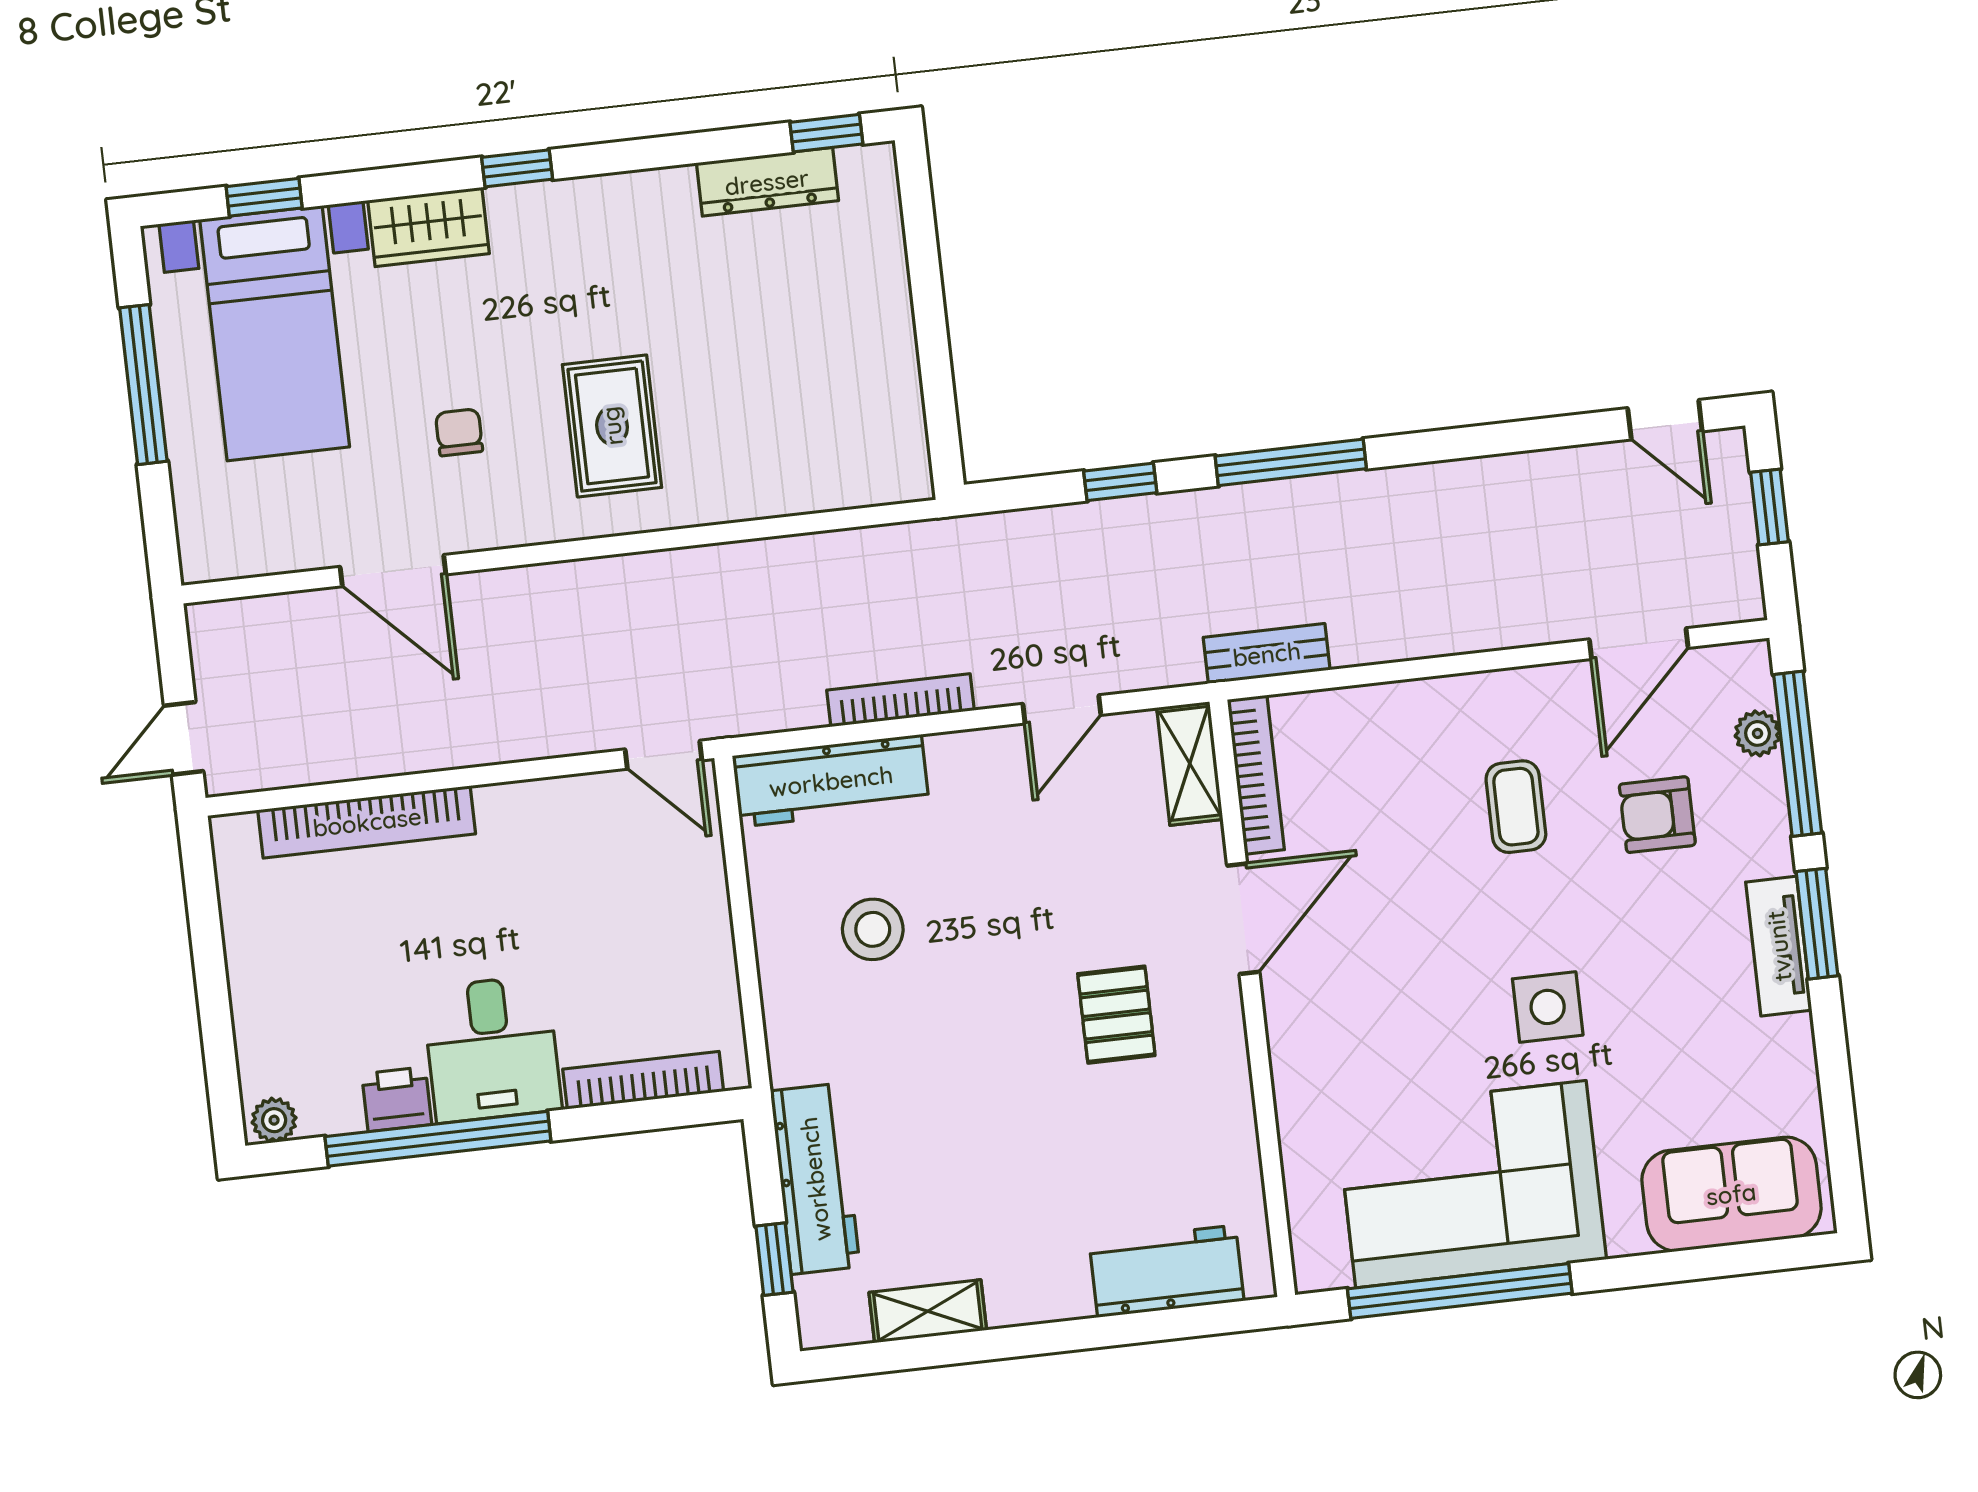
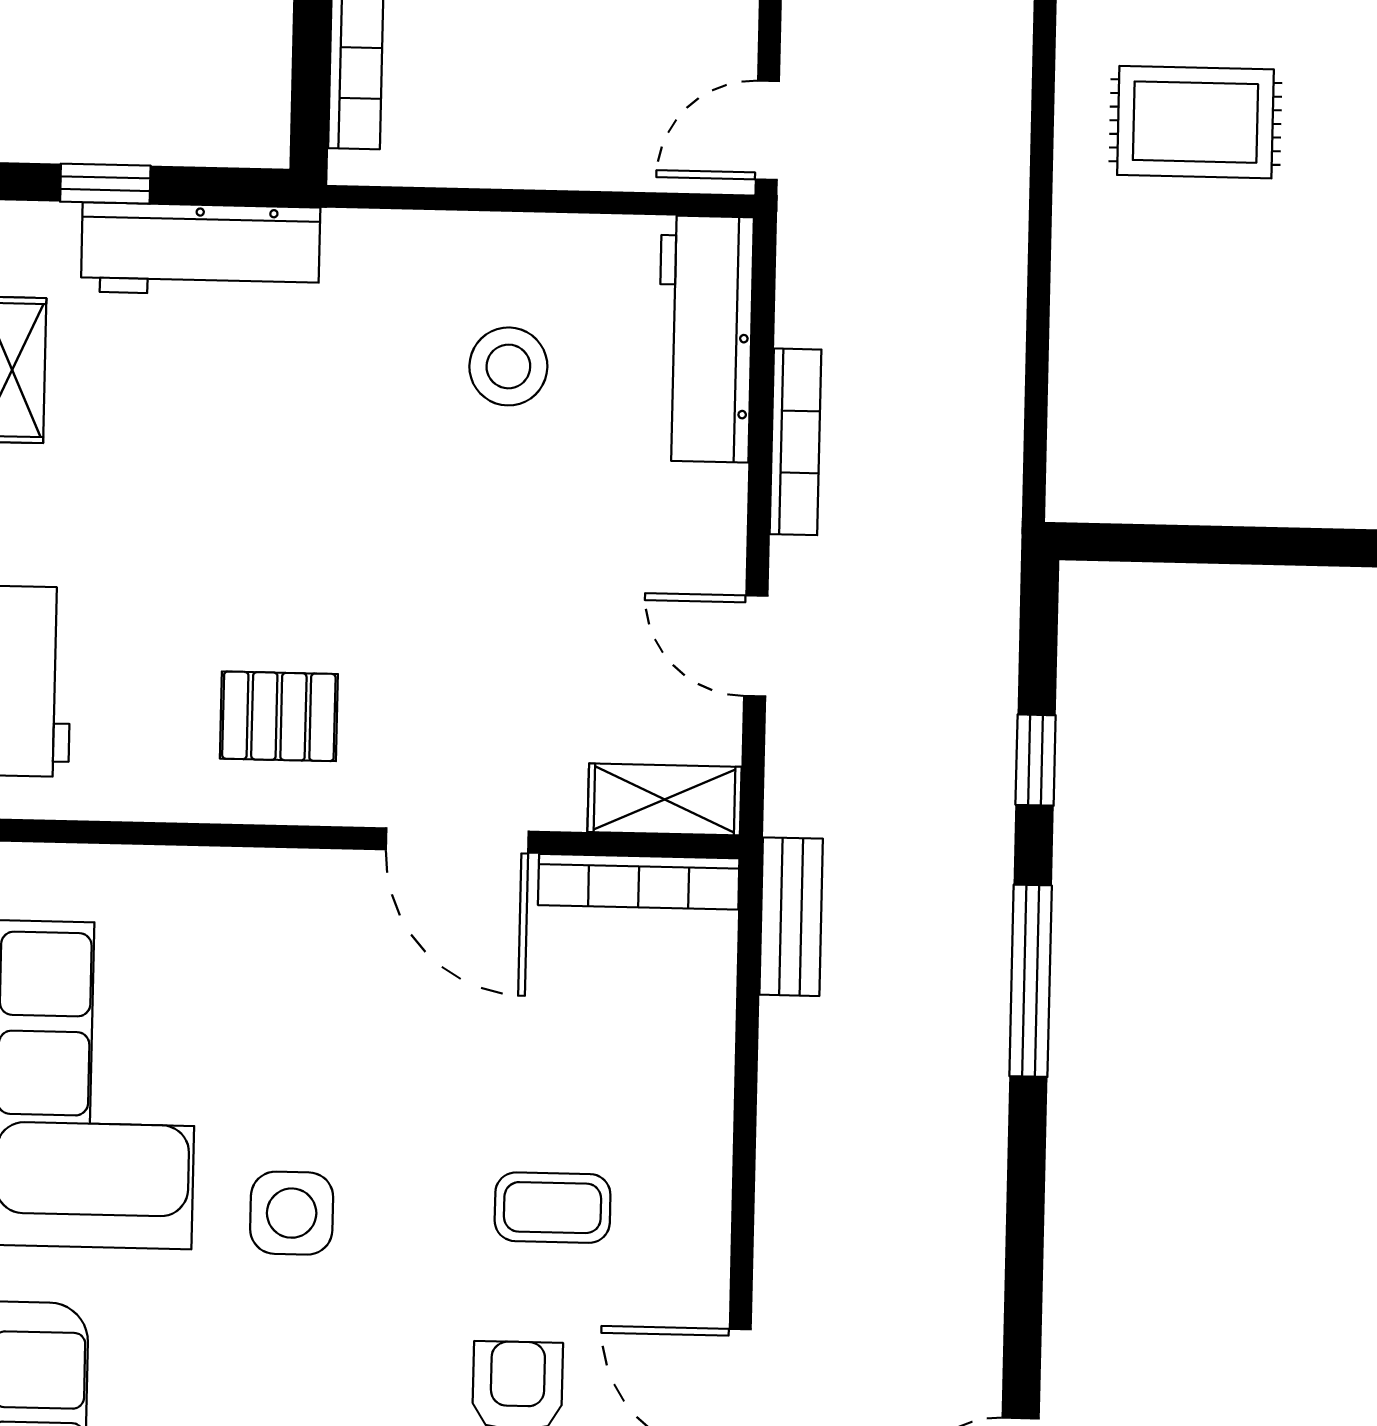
pallet: (1116, 1015) -> (279, 716), moved

